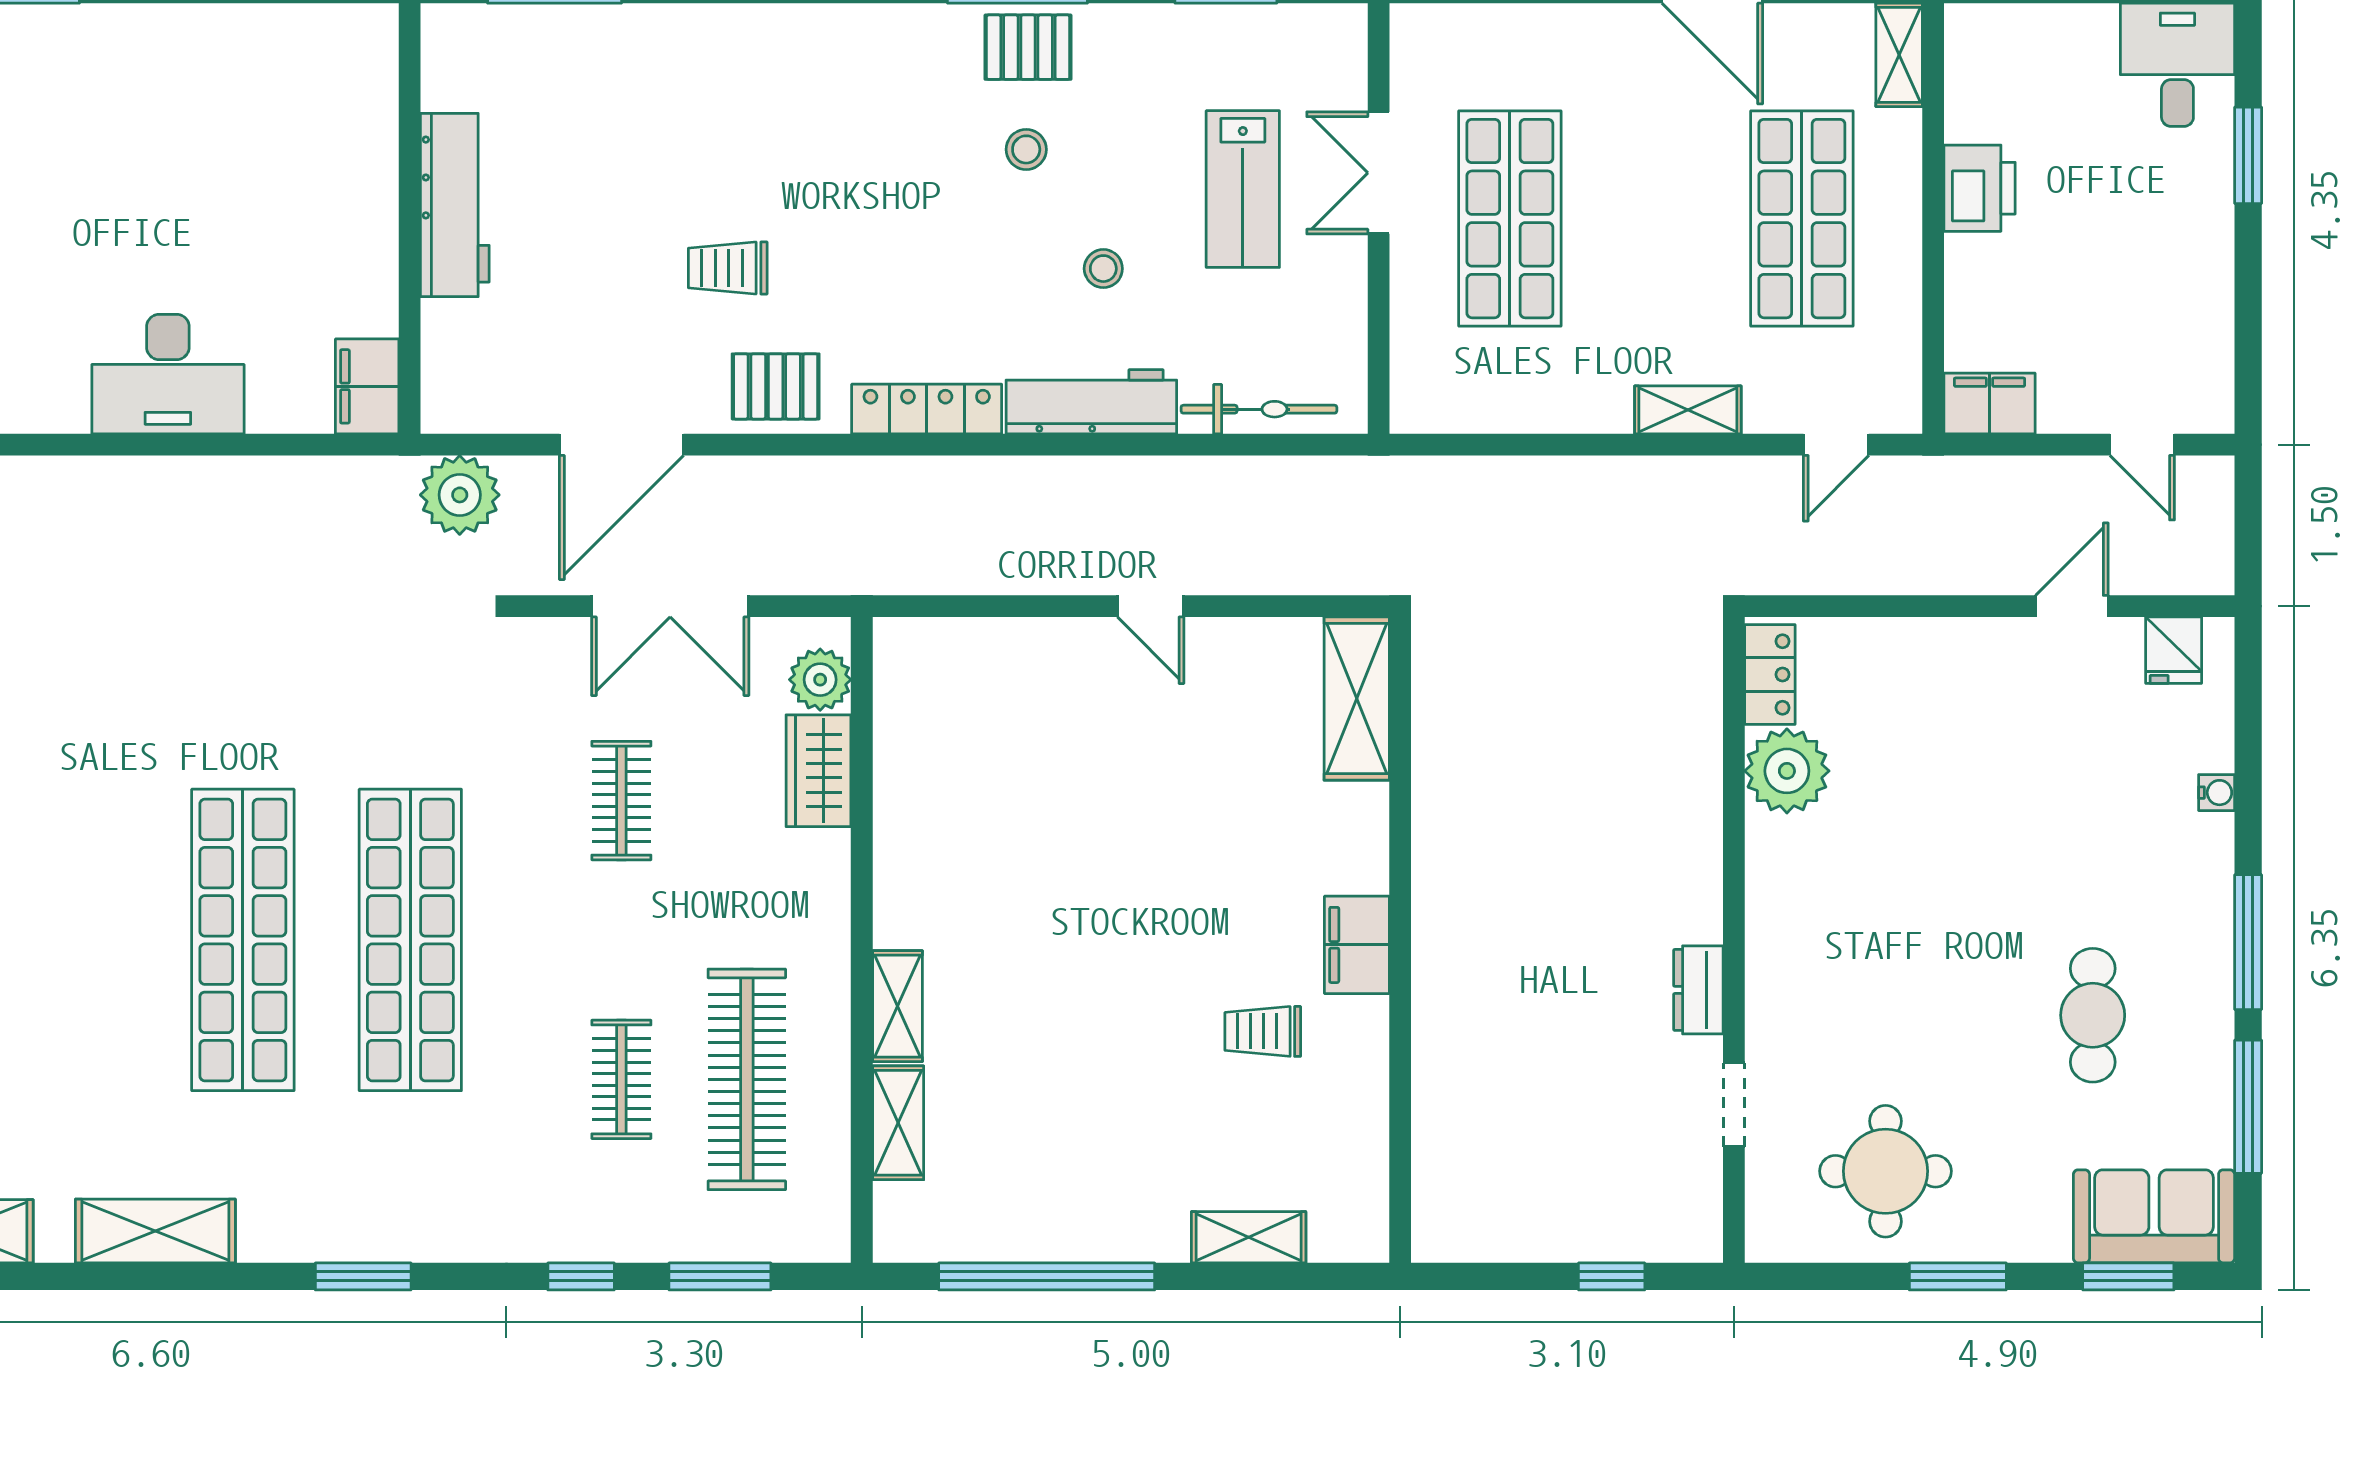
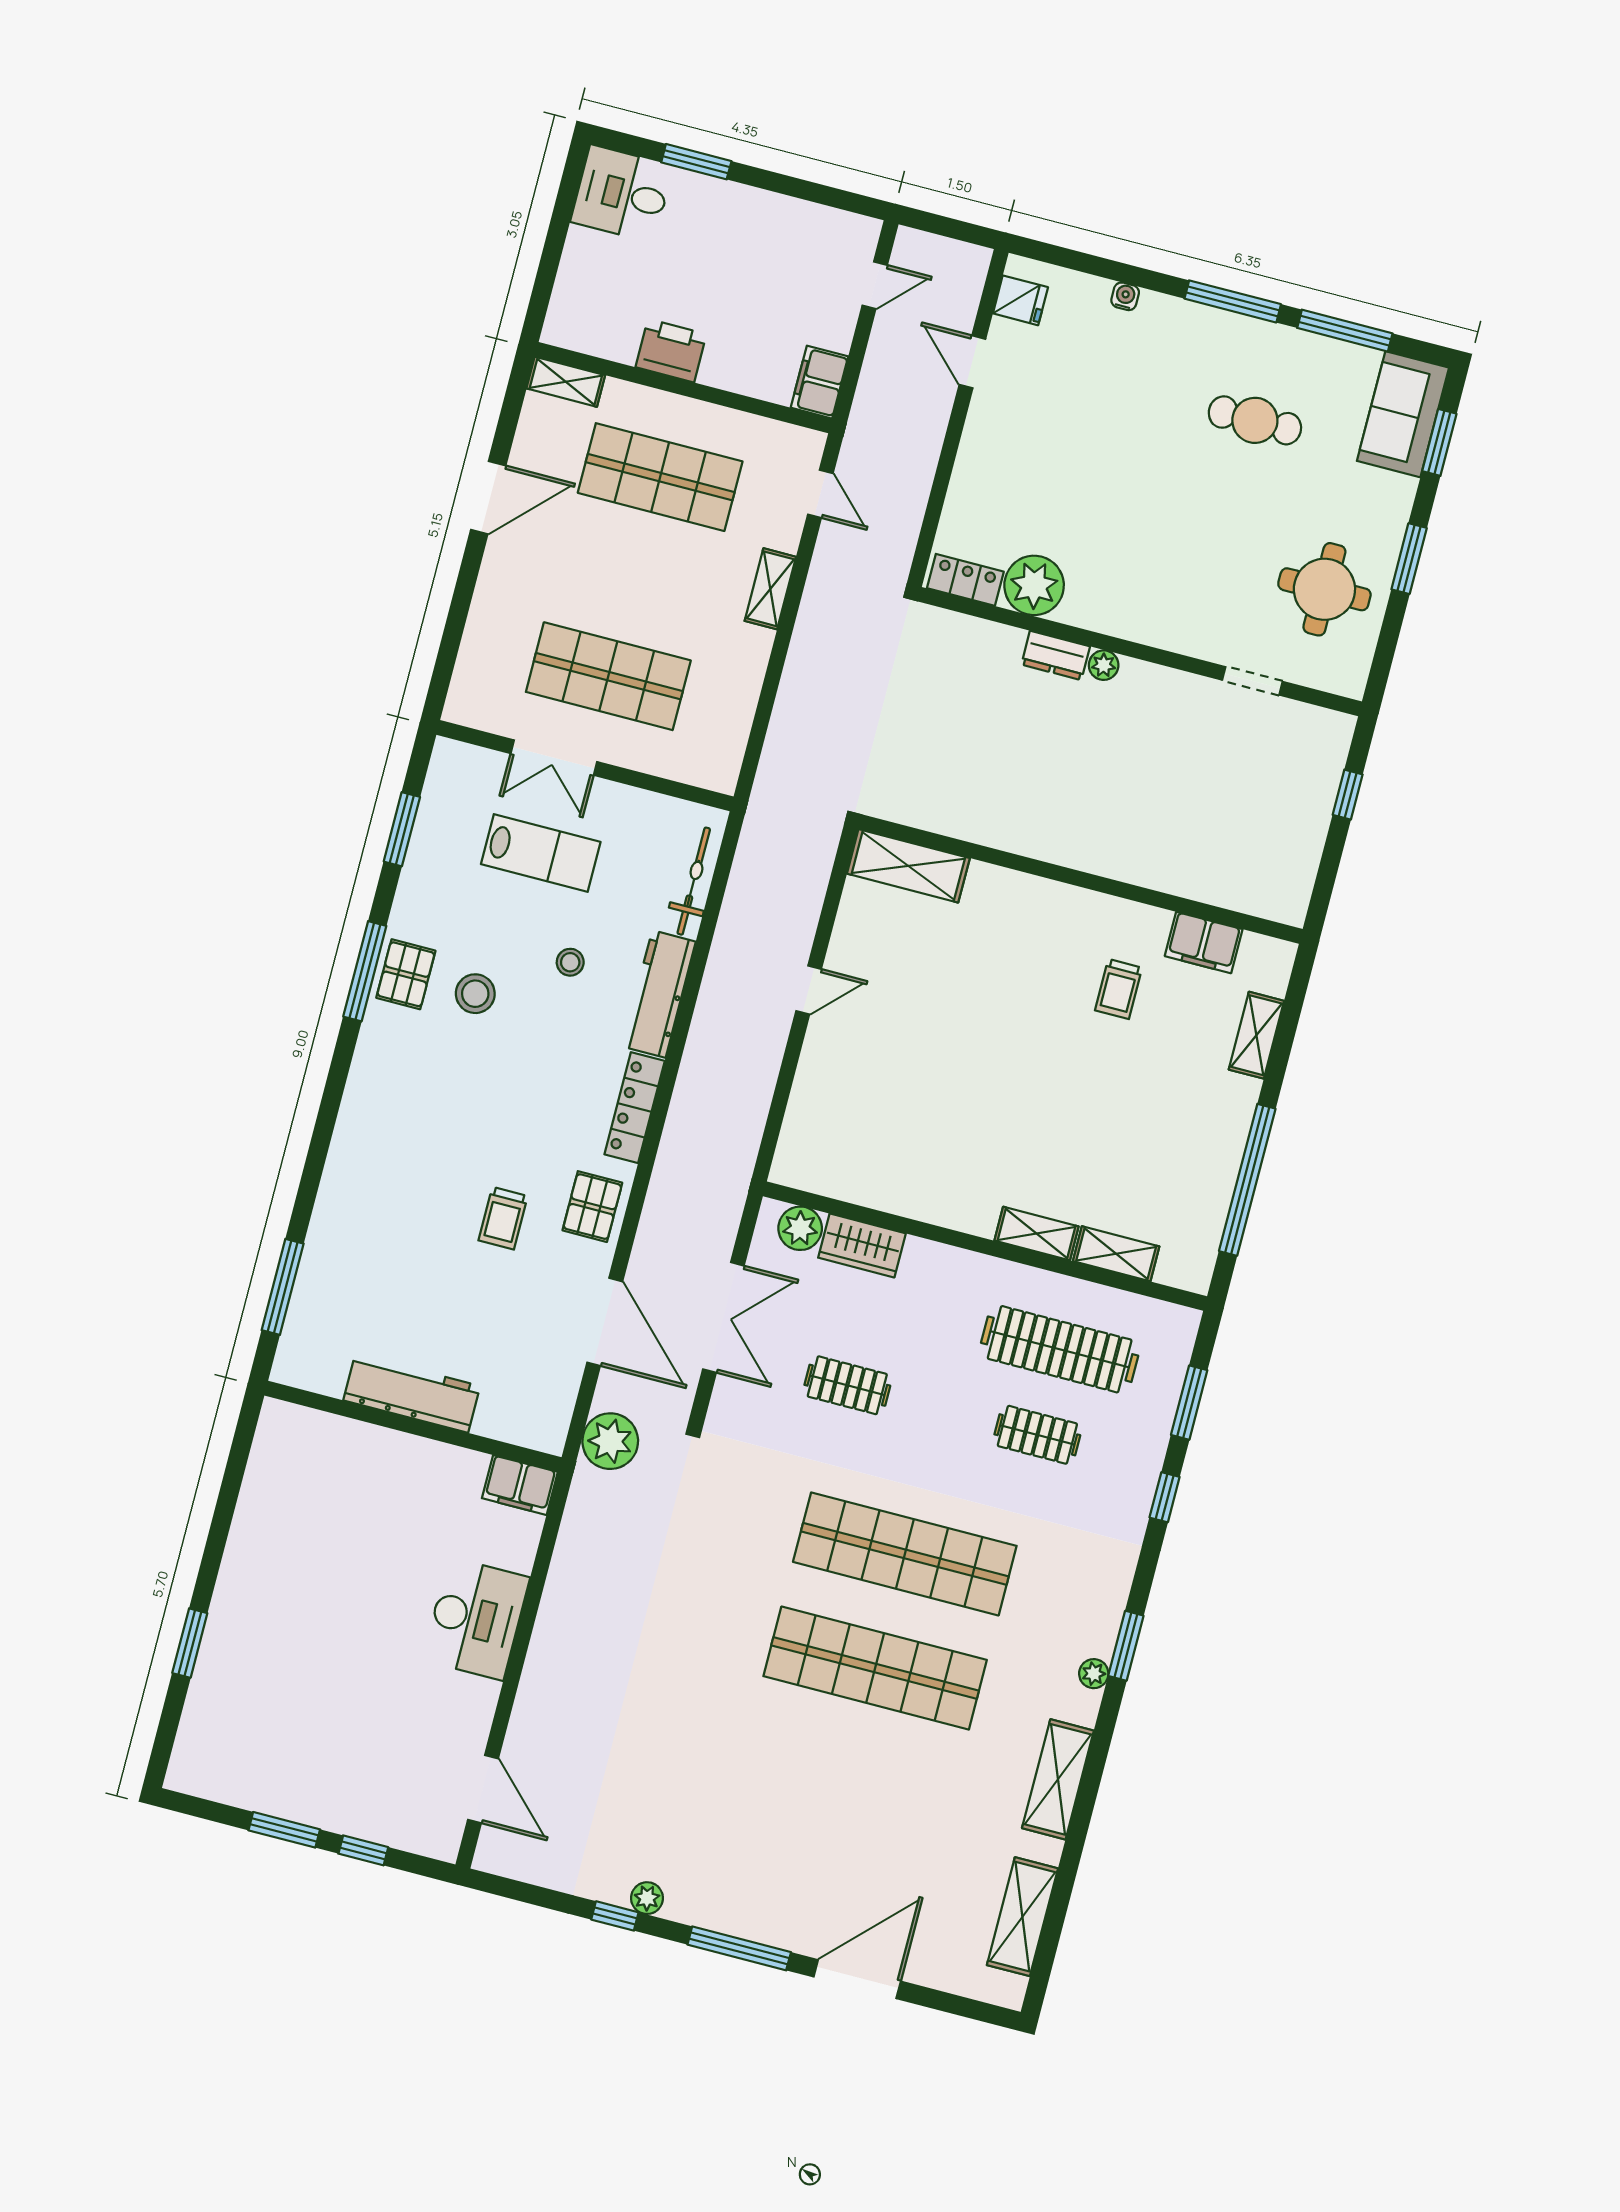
stool: (1026, 149) -> (475, 994), width x1.37, depth x1.37
plant: (1702, 895) -> (1104, 665), added
filing cabinet: (1357, 945) -> (1204, 943), moved
dresser: (1698, 990) -> (1056, 655), moved
plant: (313, 1242) -> (1094, 1674), added

